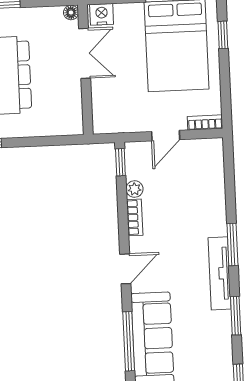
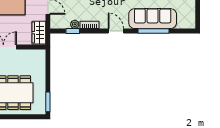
wardrobe: (115, 121) -> (39, 33), added
window: (120, 162) -> (73, 31), moved

